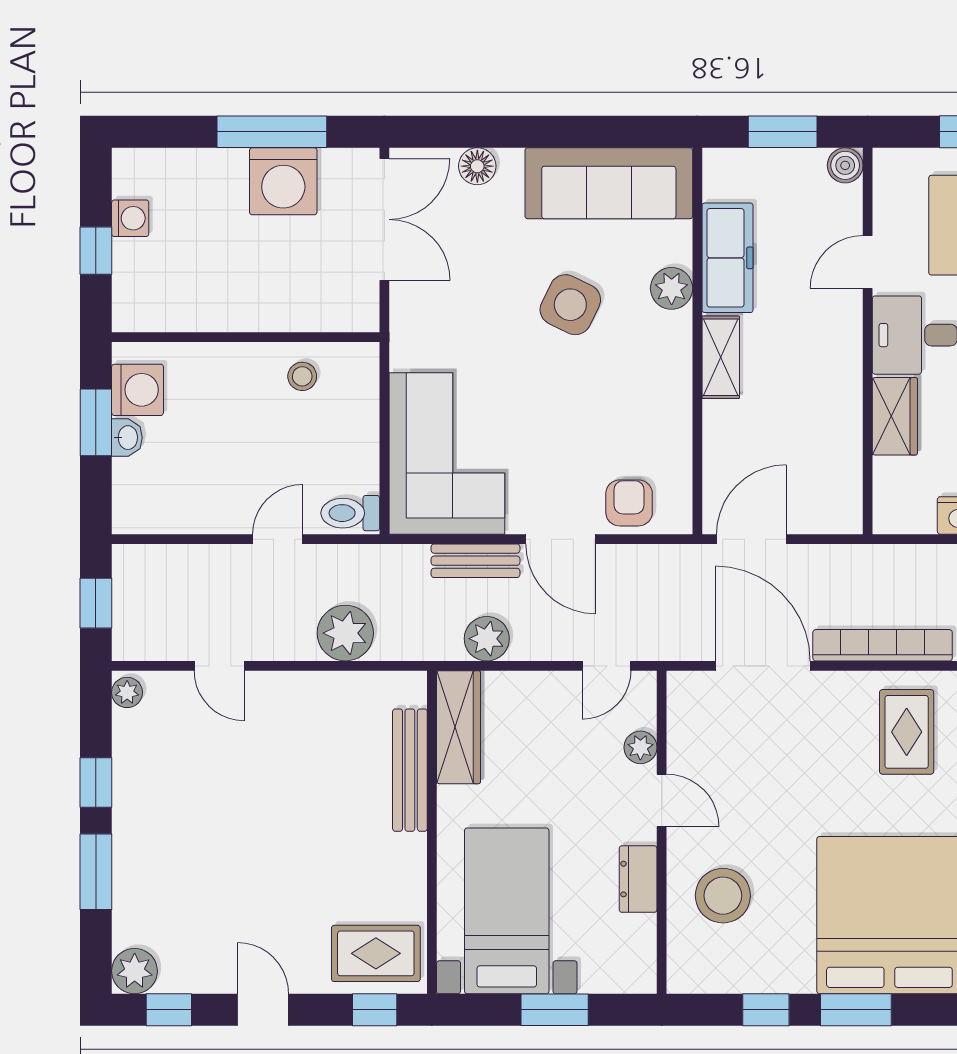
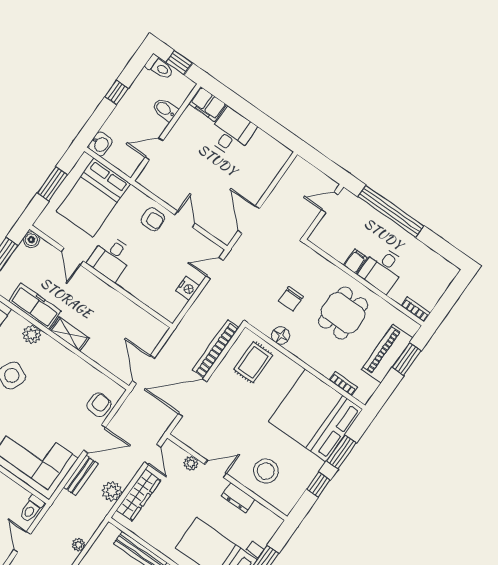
wardrobe: (895, 416) -> (135, 286), removed
armchair: (629, 503) -> (99, 405), turned 93
plant: (345, 633) -> (79, 545), width x0.53, depth x0.53
wardrobe: (458, 727) -> (139, 495), moved, turned 90
rug: (907, 732) -> (253, 362), turned 90

